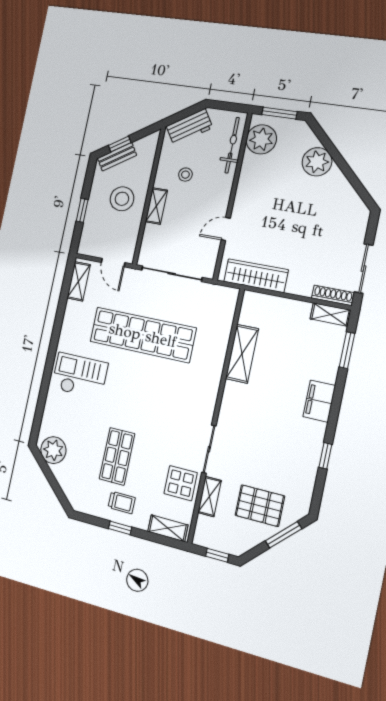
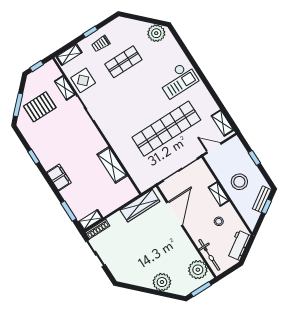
door: (226, 229) -> (175, 214), width x1.88
shop shelf: (117, 456) -> (123, 62), turned 90

